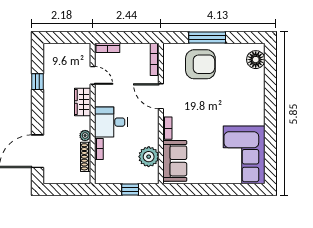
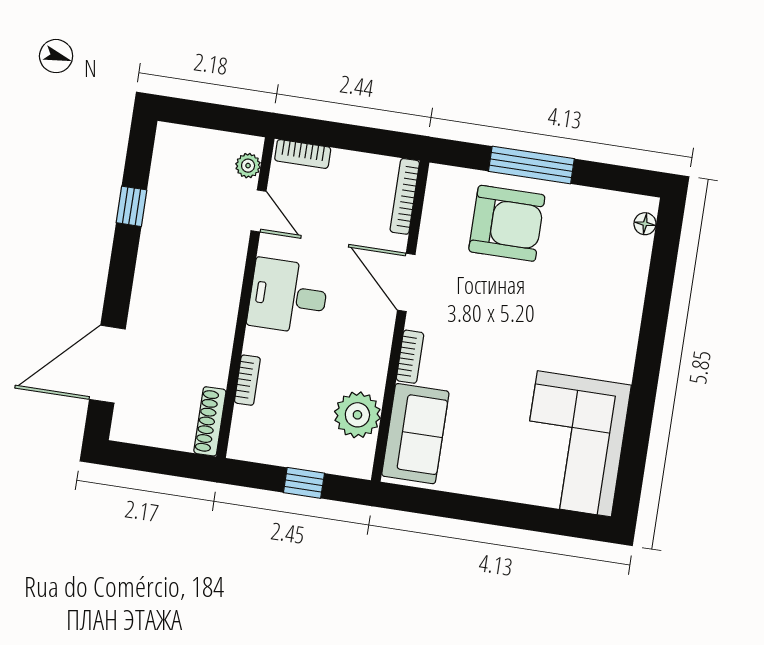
floor lamp: (256, 60) -> (645, 224), width x0.53, depth x0.53
wardrobe: (83, 102) -> (226, 268), removed
desk: (111, 122) -> (288, 296), moved
plant: (85, 136) -> (248, 166), moved
shoe rack: (86, 157) -> (210, 421), moved

